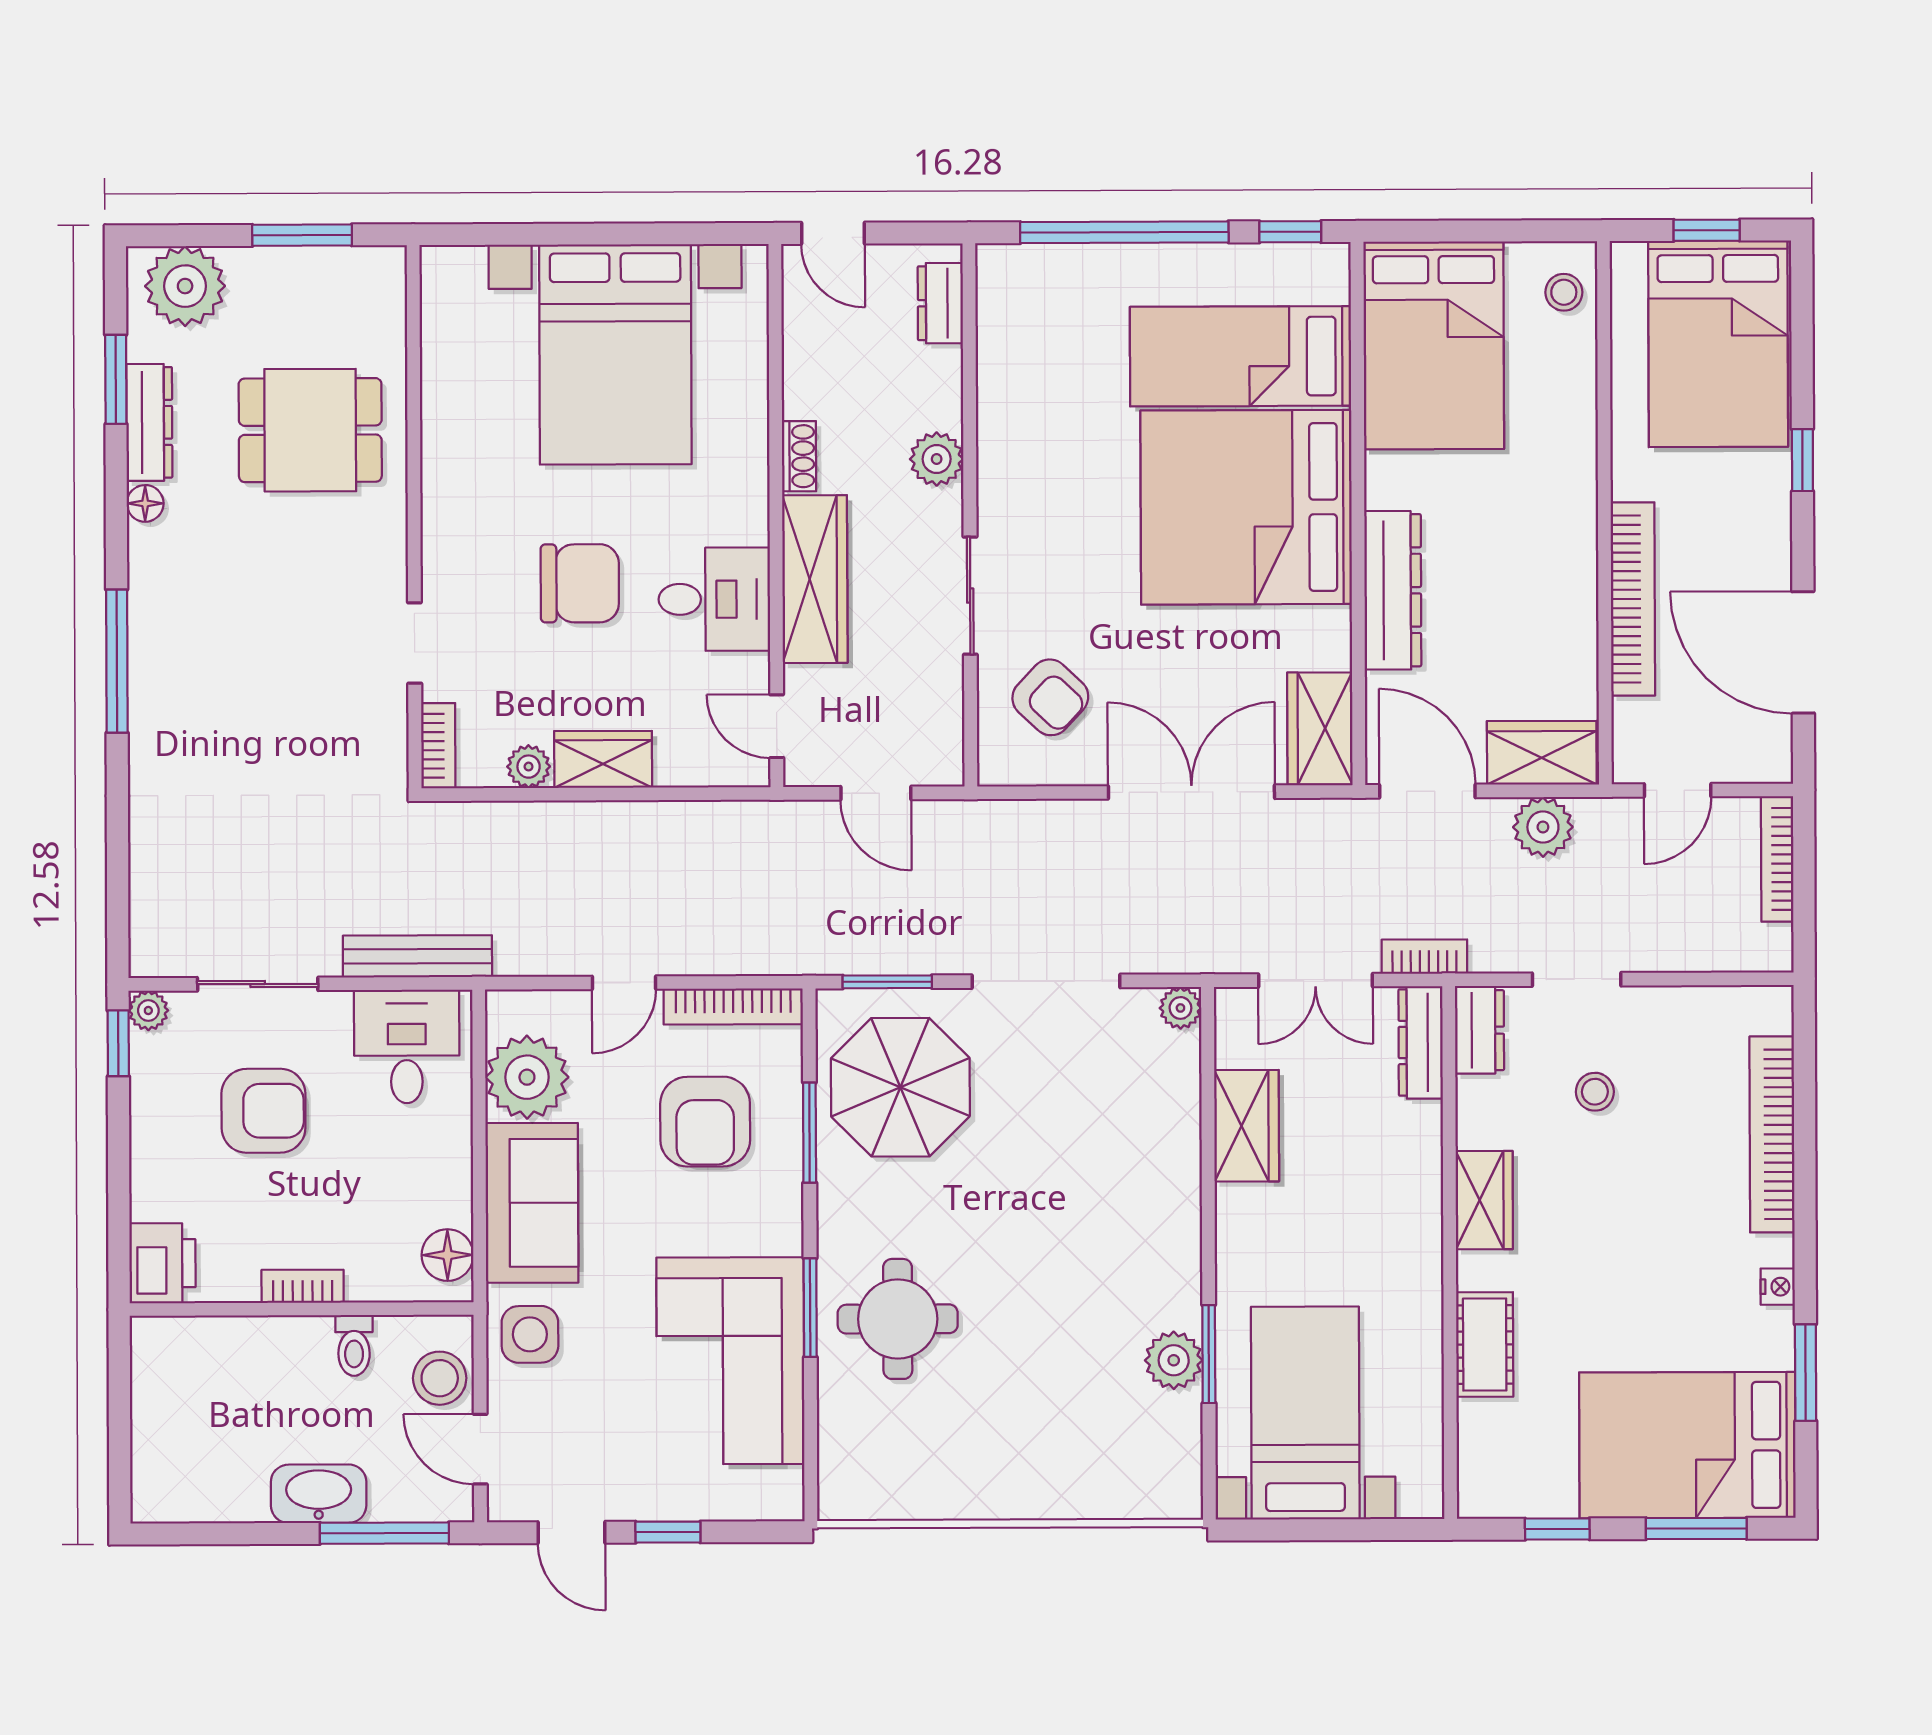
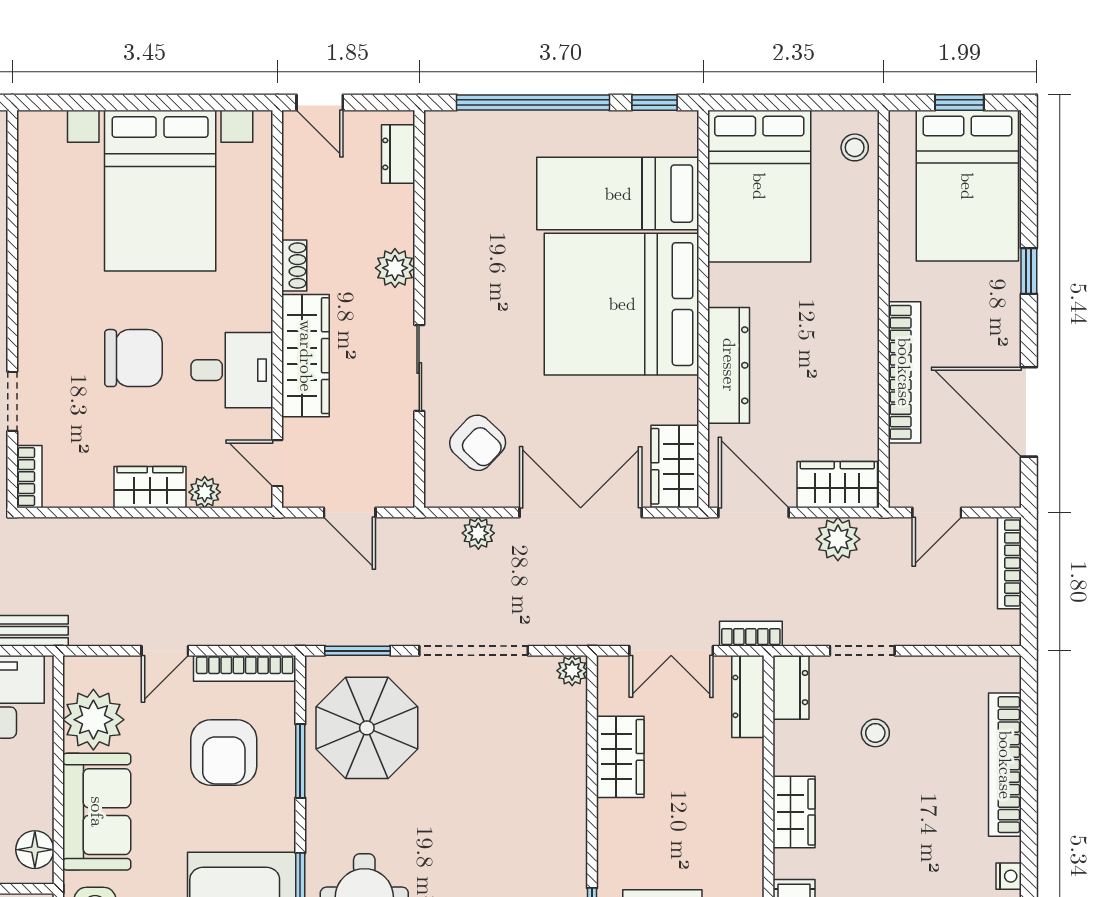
plant: (529, 767) -> (205, 492), moved
plant: (1052, 821) -> (478, 533), added

